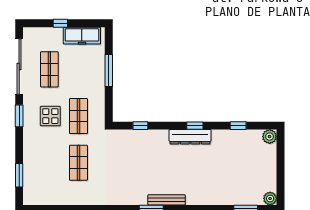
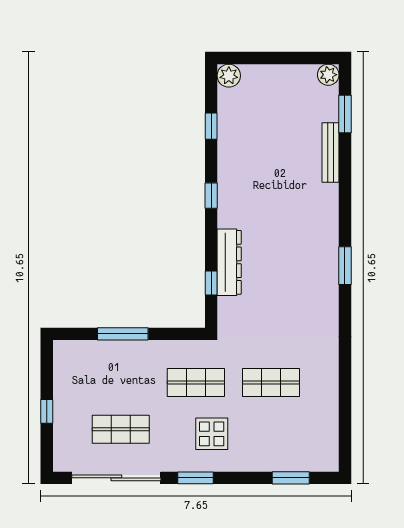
freezer: (82, 36) -> (67, 377), removed
display table: (50, 116) -> (212, 434), moved
dresser: (190, 137) -> (229, 262), moved
bench: (167, 200) -> (331, 153), moved

